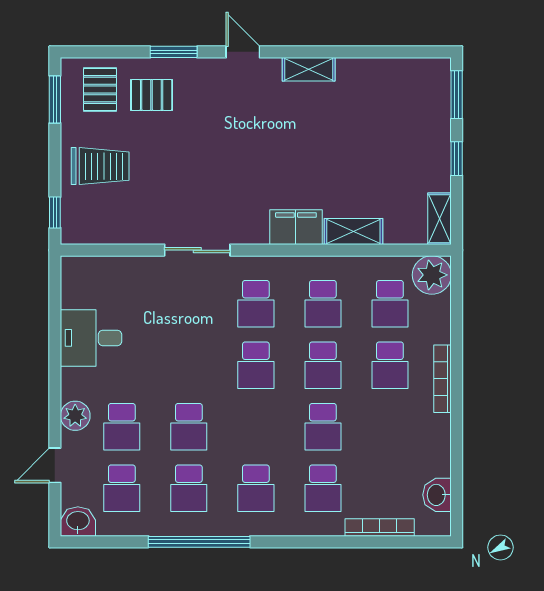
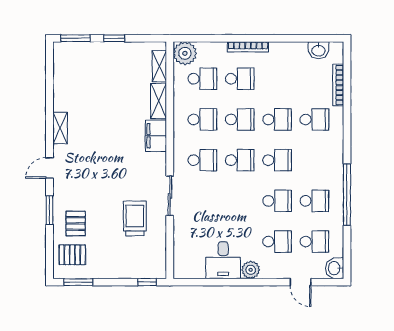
trolley: (100, 166) -> (135, 218), moved
shelving: (440, 219) -> (159, 66), moved, turned 90
plant: (75, 416) -> (251, 270), moved
school desk: (256, 488) -> (277, 160), moved

